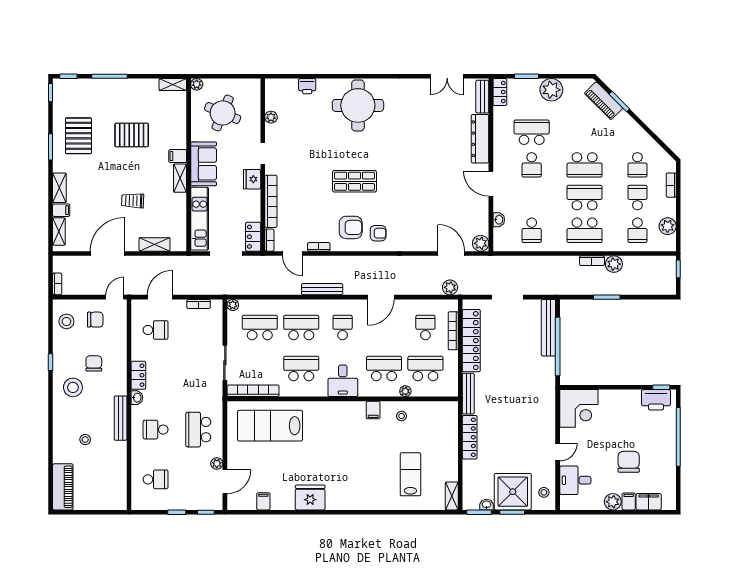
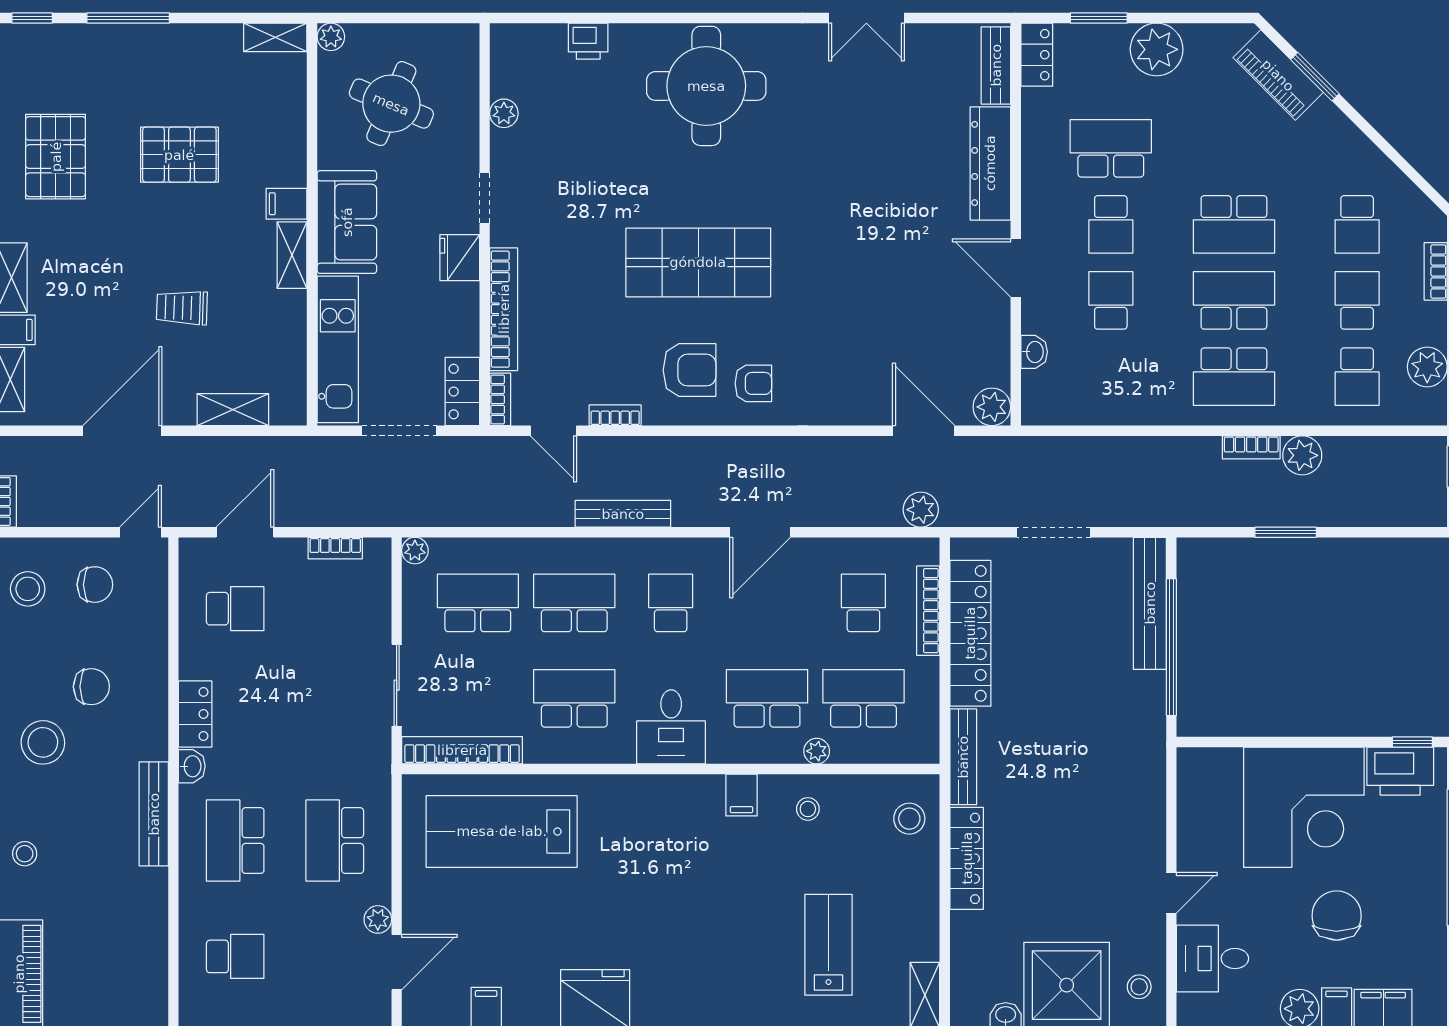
double door: (447, 76) -> (866, 18), moved
shop shelf: (355, 181) -> (698, 262), width x1.43, depth x1.36
school desk: (532, 230) -> (1111, 300), moved, turned 180
chair: (94, 363) -> (91, 687), turned 90
corner desk: (579, 408) -> (1304, 807), moved, width x1.36, depth x1.36
stool: (445, 420) -> (909, 819), added
school desk: (156, 430) -> (235, 841), width x1.85
stool: (85, 440) -> (25, 854), moved

